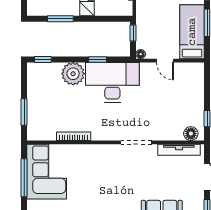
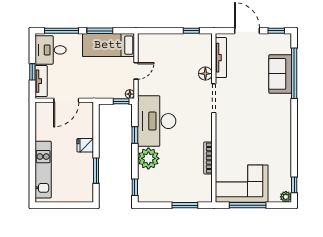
window: (133, 33) -> (121, 101), moved
floor lamp: (191, 134) -> (205, 74), moved

